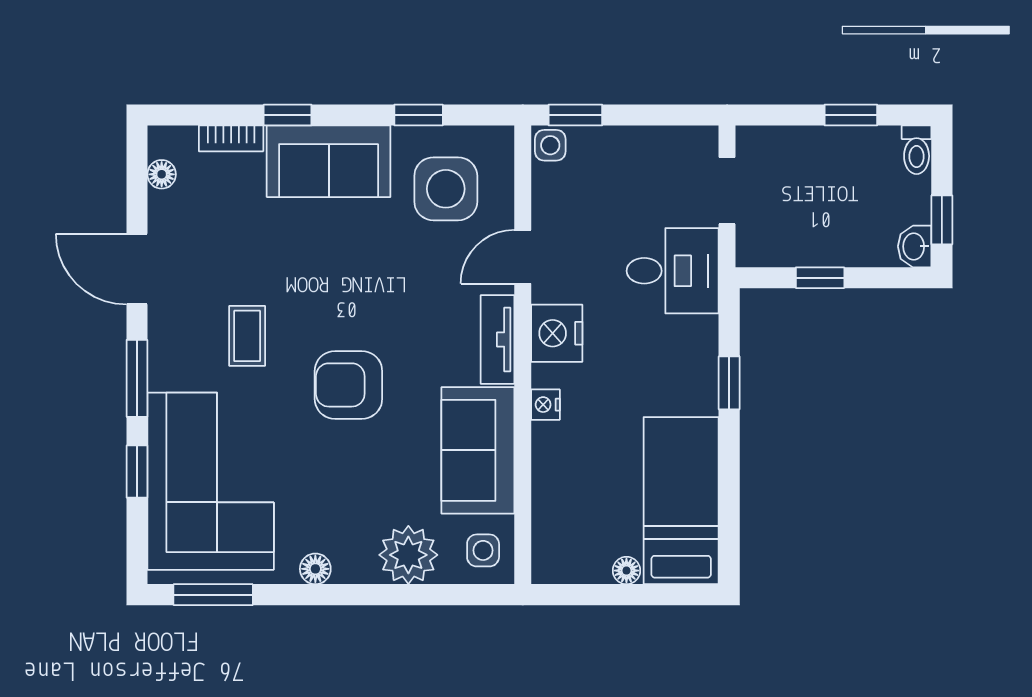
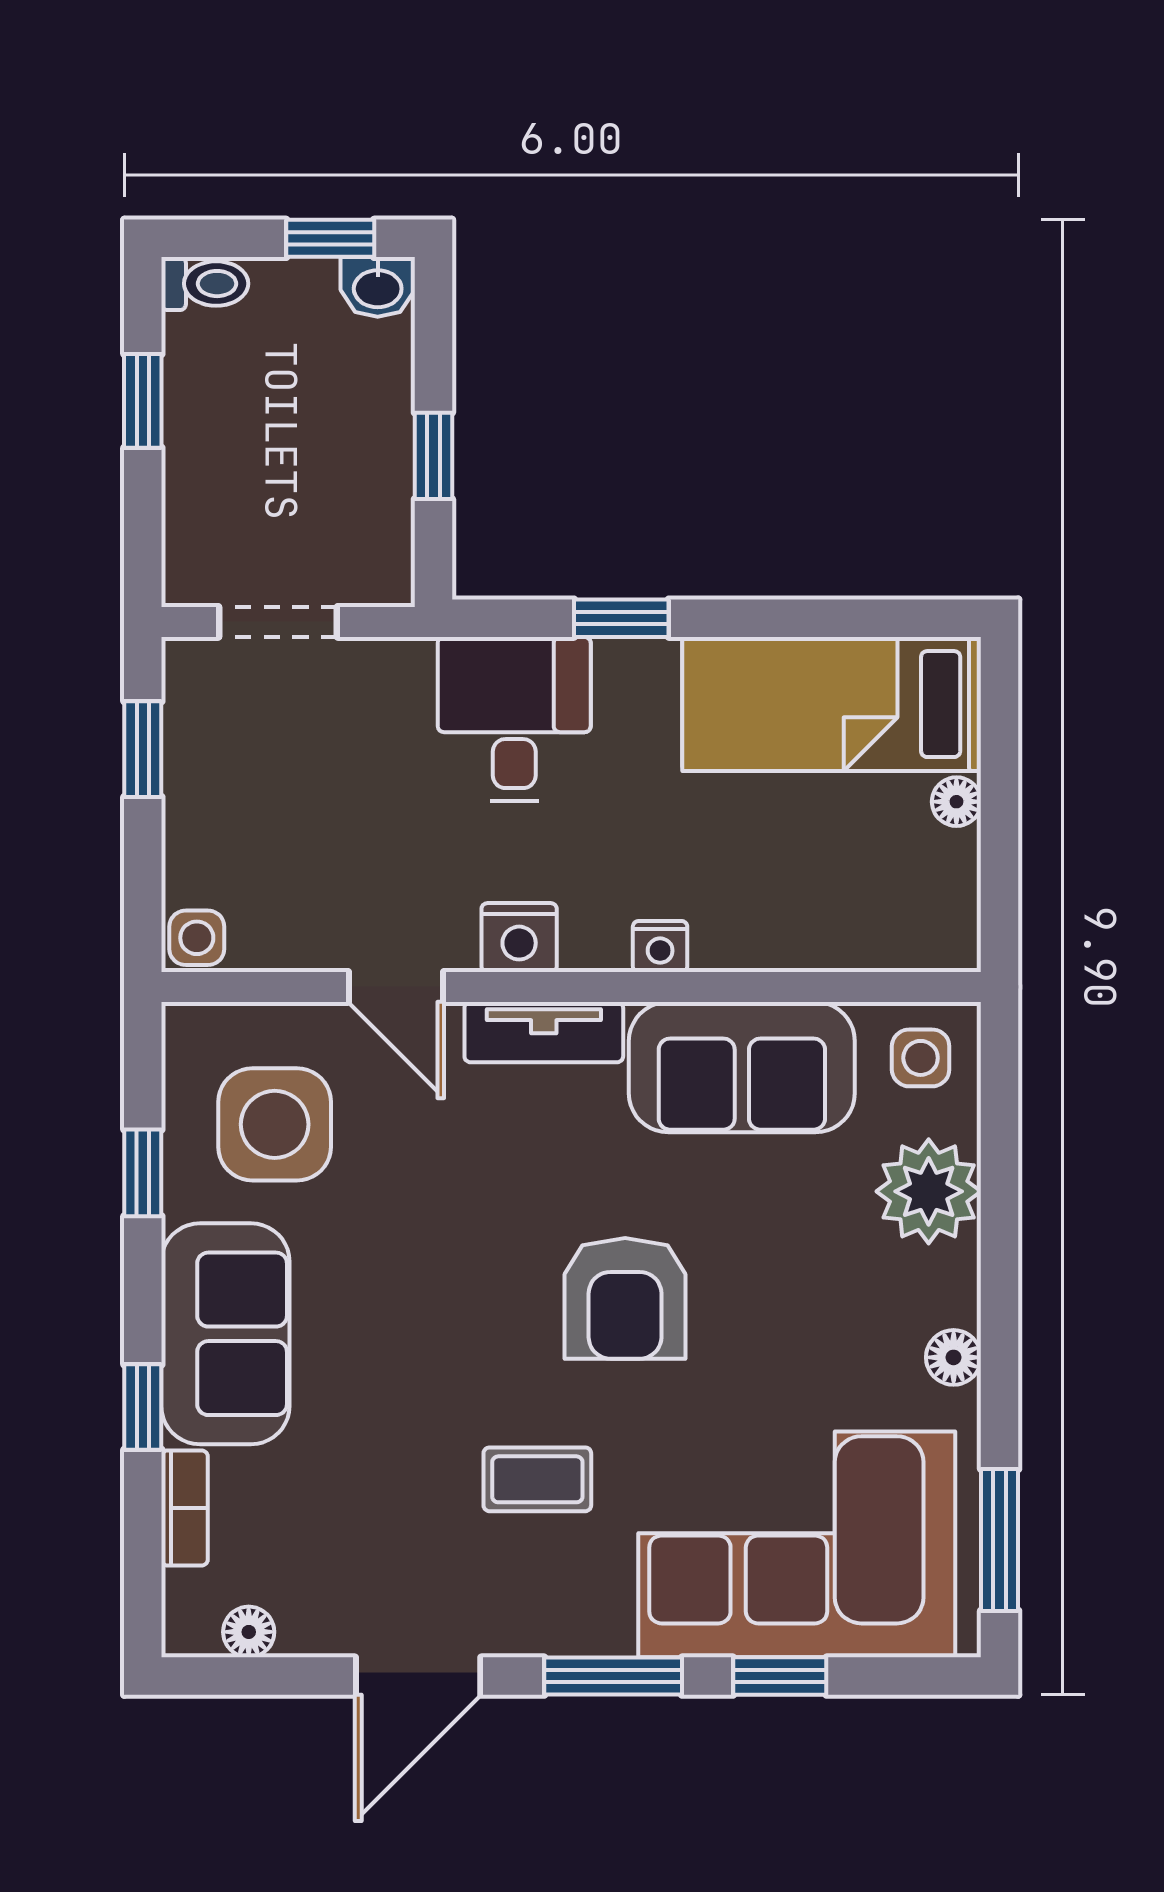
window: (575, 115) -> (143, 749), moved
desk: (673, 271) -> (514, 719), moved
nightstand: (557, 333) -> (519, 938), width x0.74, depth x0.75

